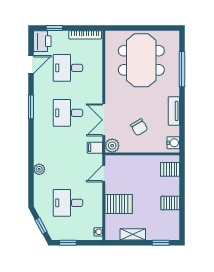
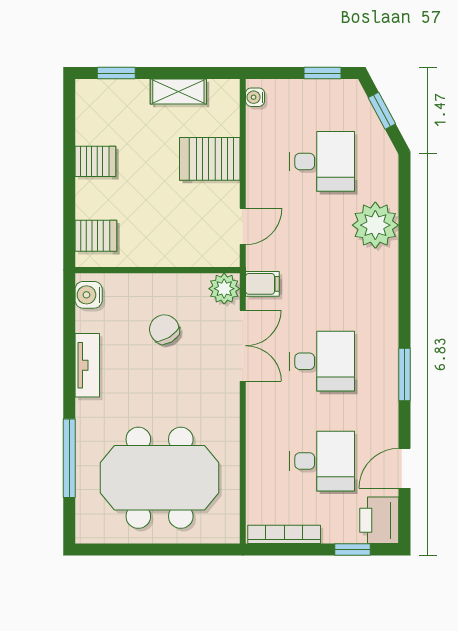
meeting table: (141, 60) -> (160, 478), turned 90
plant: (39, 169) -> (375, 225), width x1.88, depth x1.88

